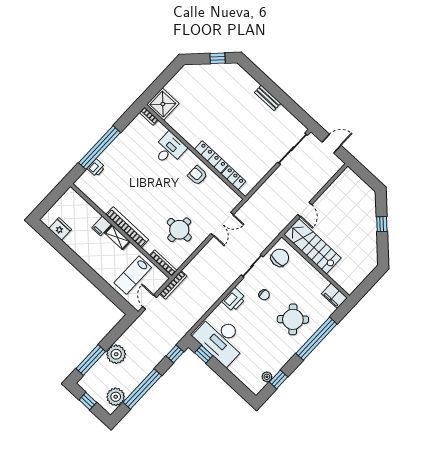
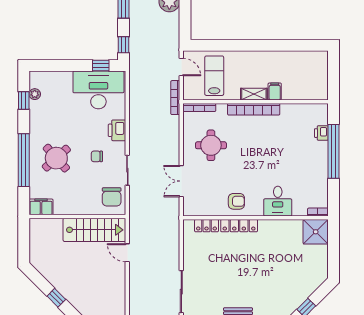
fridge: (60, 229) -> (305, 59), removed

